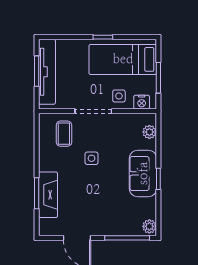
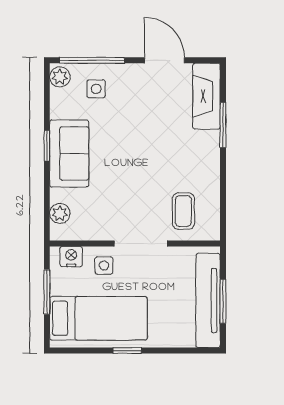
side table: (92, 158) -> (96, 89), moved
fireplace: (48, 195) -> (207, 96), moved

